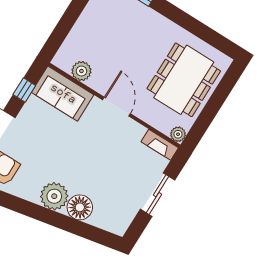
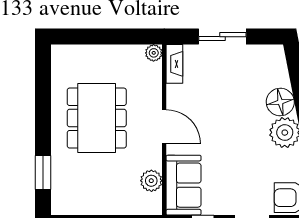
dining table: (184, 80) -> (97, 118), moved, turned 90
door: (117, 107) -> (164, 127), swing flipped

